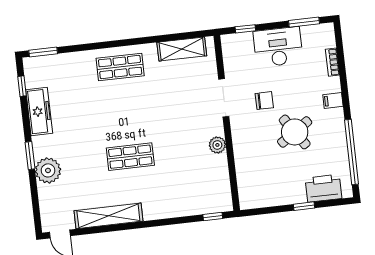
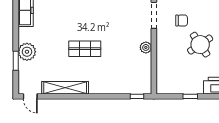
window: (30, 156) -> (16, 61), moved
window: (304, 206) -> (190, 96), moved

